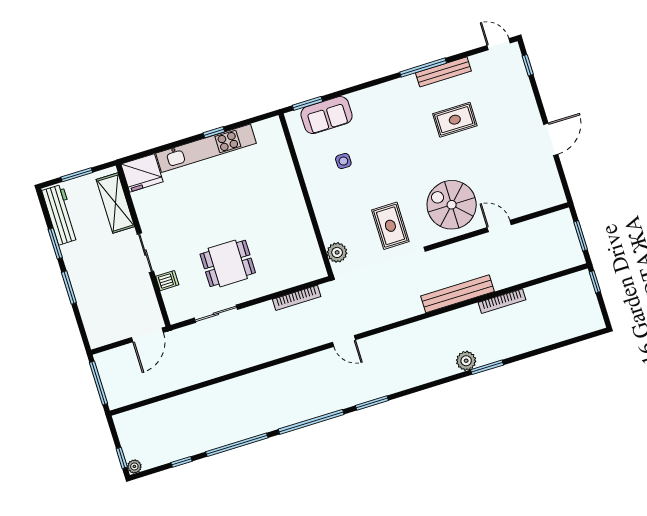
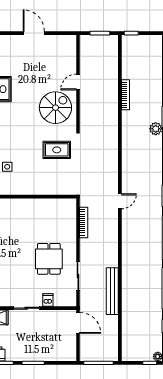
spiral stairs: (452, 205) -> (55, 108), turned 180
plant: (337, 252) -> (63, 188), removed
bench: (458, 294) -> (112, 291), moved

